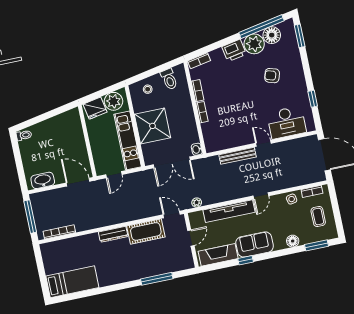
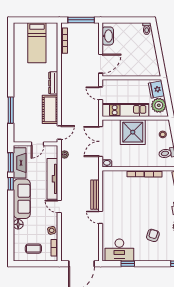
desk: (287, 122) -> (119, 250), moved, turned -90
door: (263, 143) -> (101, 217), swing flipped
door: (191, 238) -> (37, 144), hinge flipped
sofa: (255, 245) -> (22, 199), width x1.36
window: (316, 245) -> (11, 162), moved
bed: (72, 282) -> (37, 43), moved

